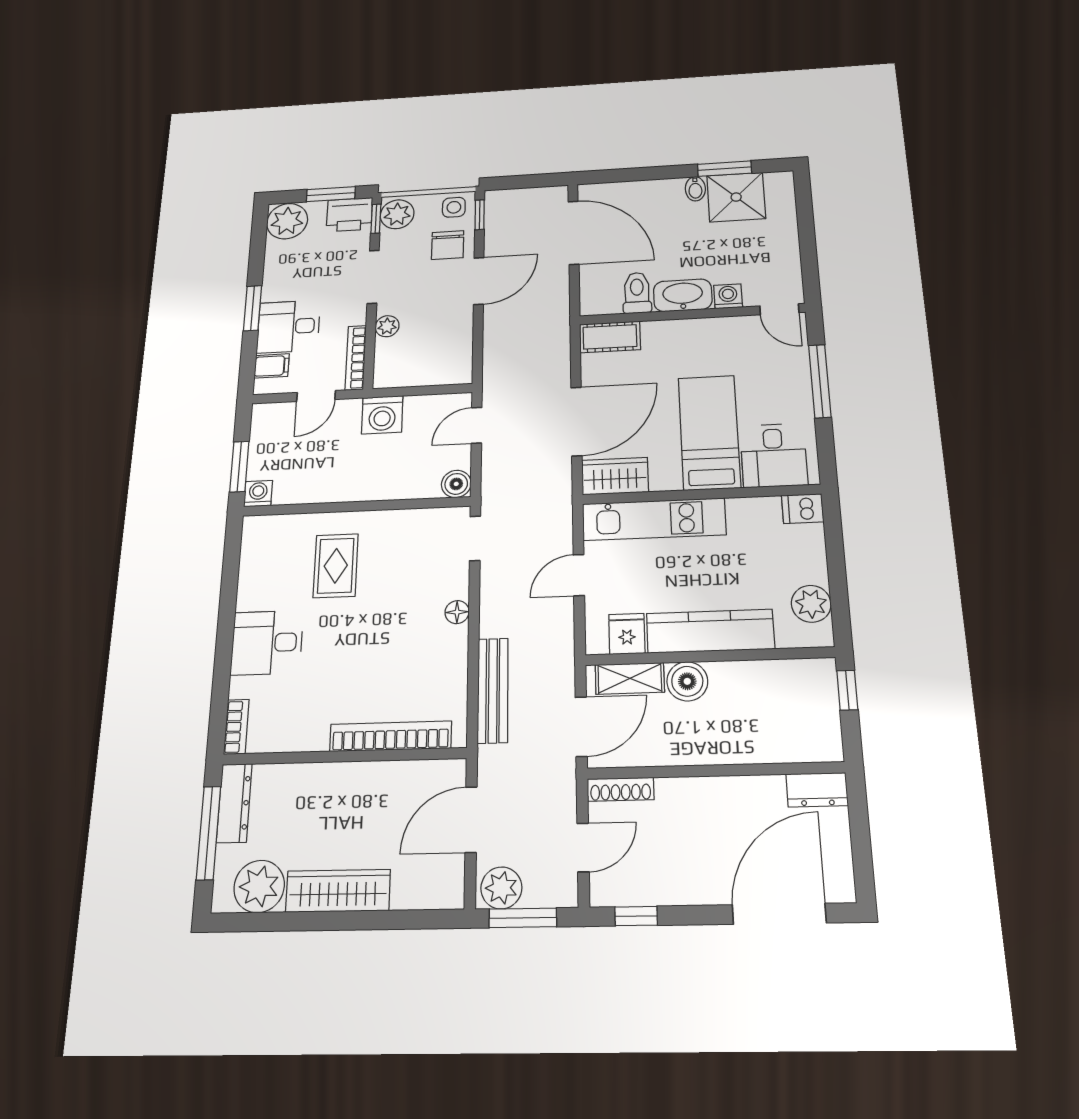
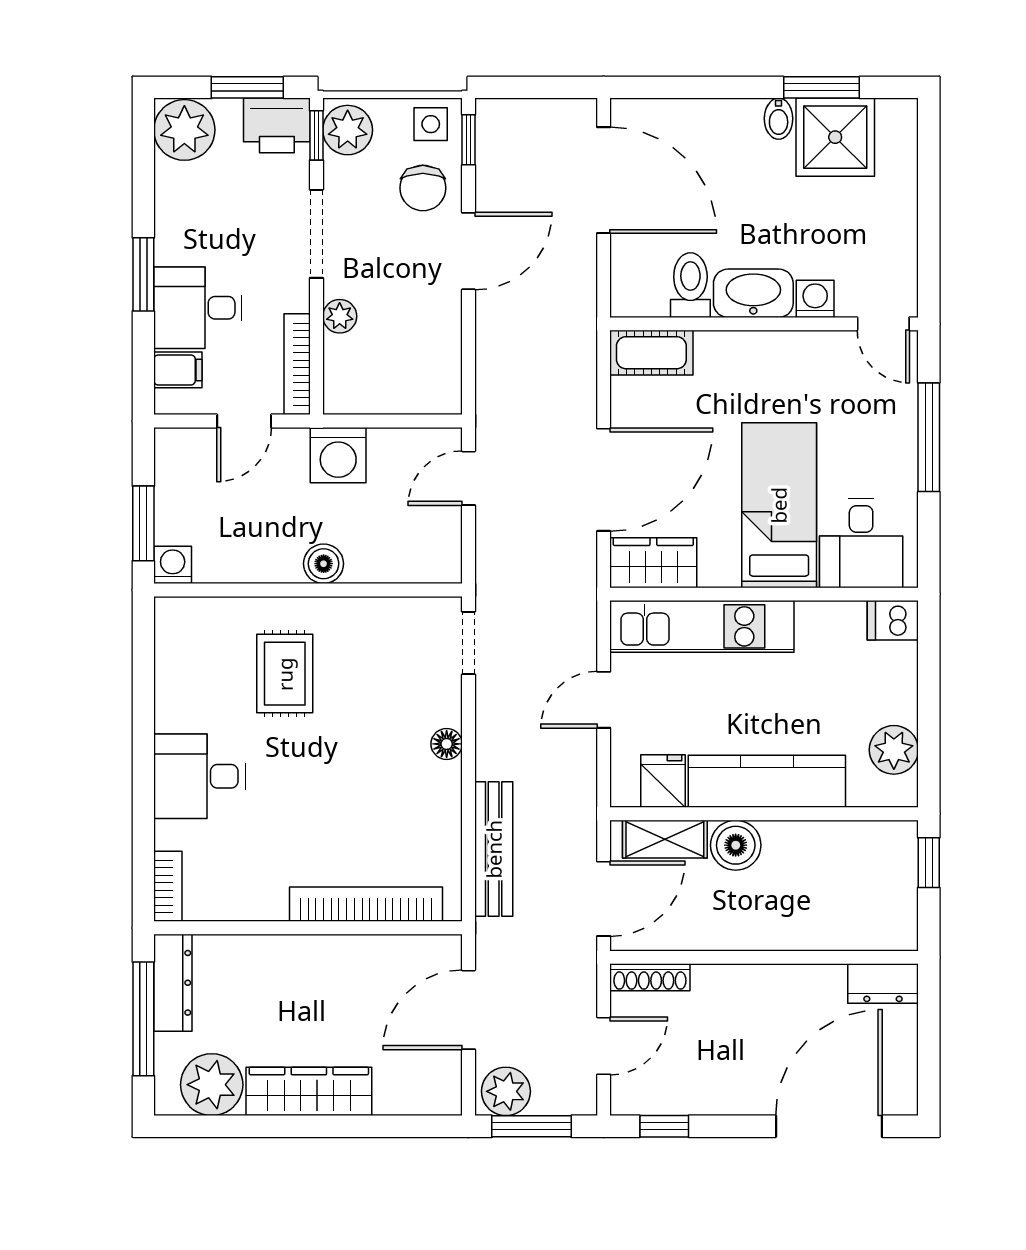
boiler: (456, 484) -> (324, 564), moved

